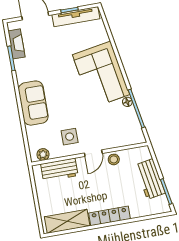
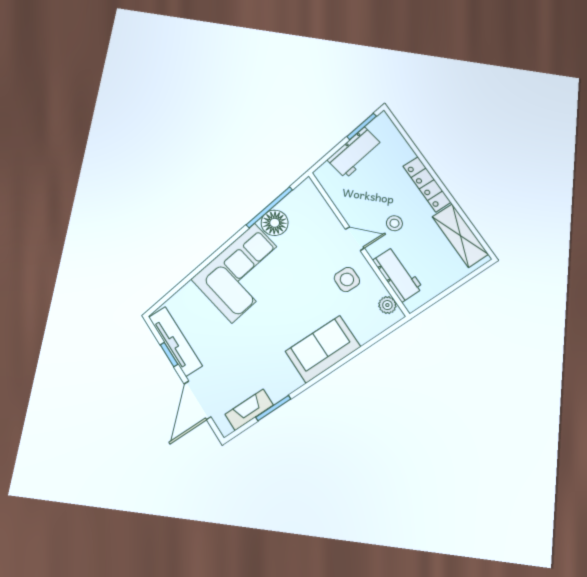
floor lamp: (127, 102) -> (275, 223), width x1.89, depth x1.89
stool: (114, 159) -> (394, 223), moved

